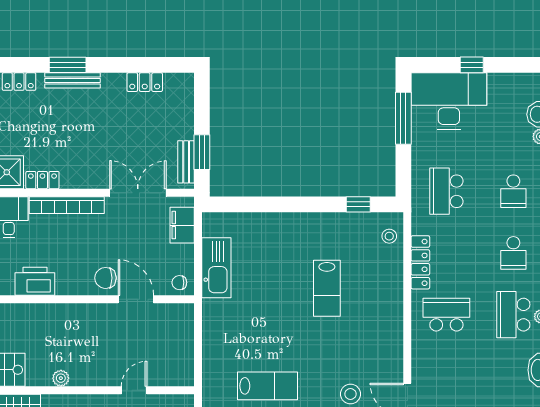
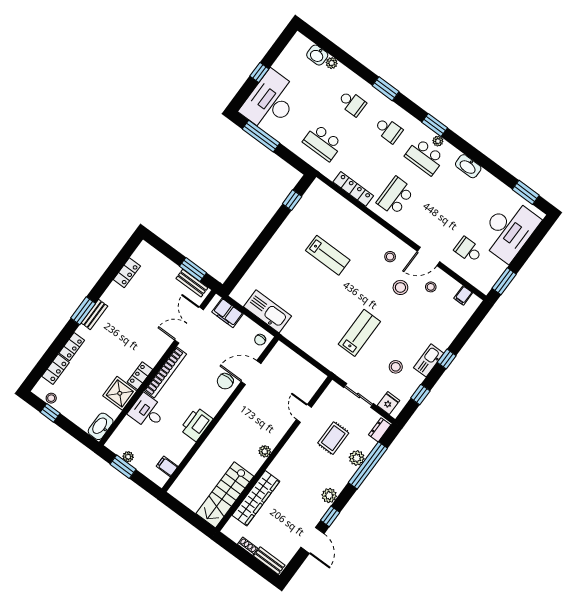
bench: (73, 80) -> (94, 314), width x0.73
stool: (389, 236) -> (390, 257), moved

